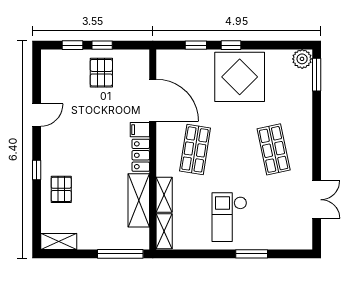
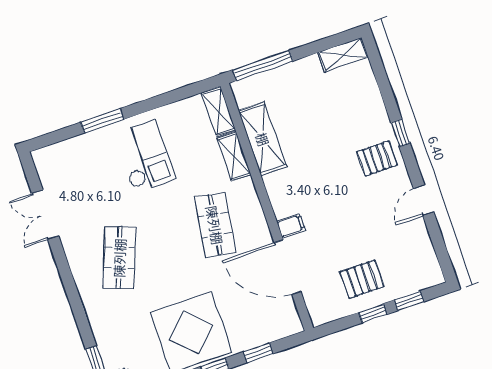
pallet: (101, 73) -> (362, 279), turned 90
shop shelf: (274, 149) -> (119, 258), turned 33
locker: (141, 155) -> (279, 195), removed
pallet: (61, 189) -> (377, 159), moved, turned 90

